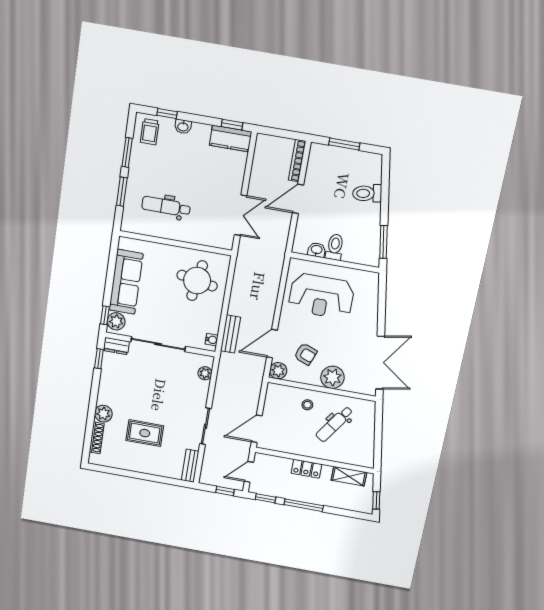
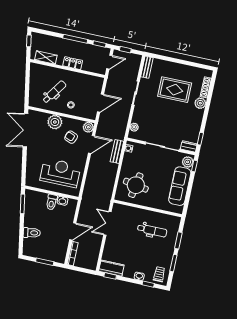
door: (257, 429) -> (100, 103), moved
rug: (145, 433) -> (175, 90), width x1.36, depth x1.43

